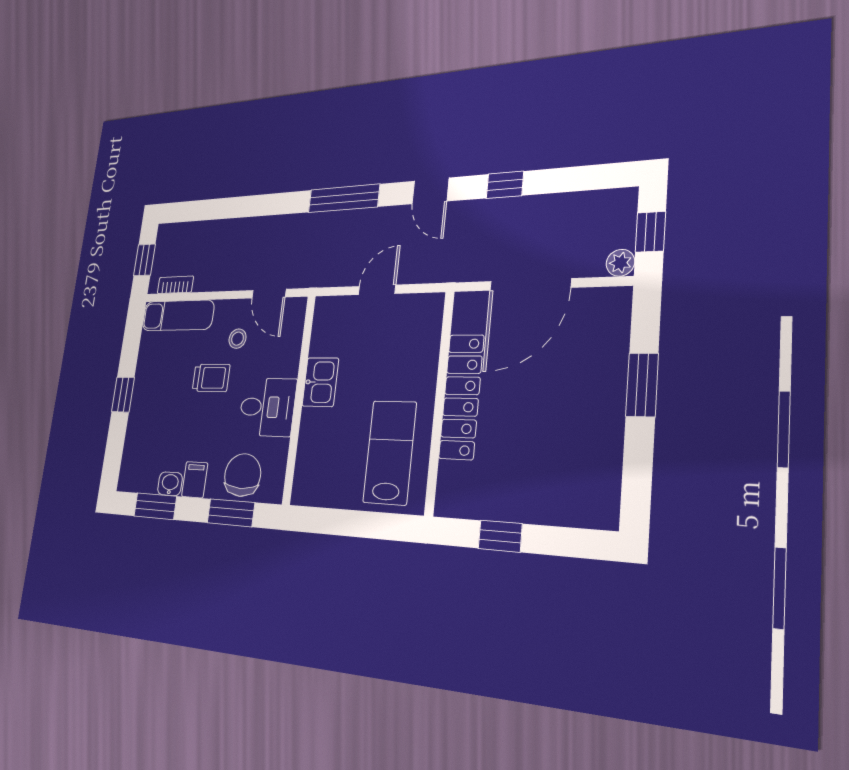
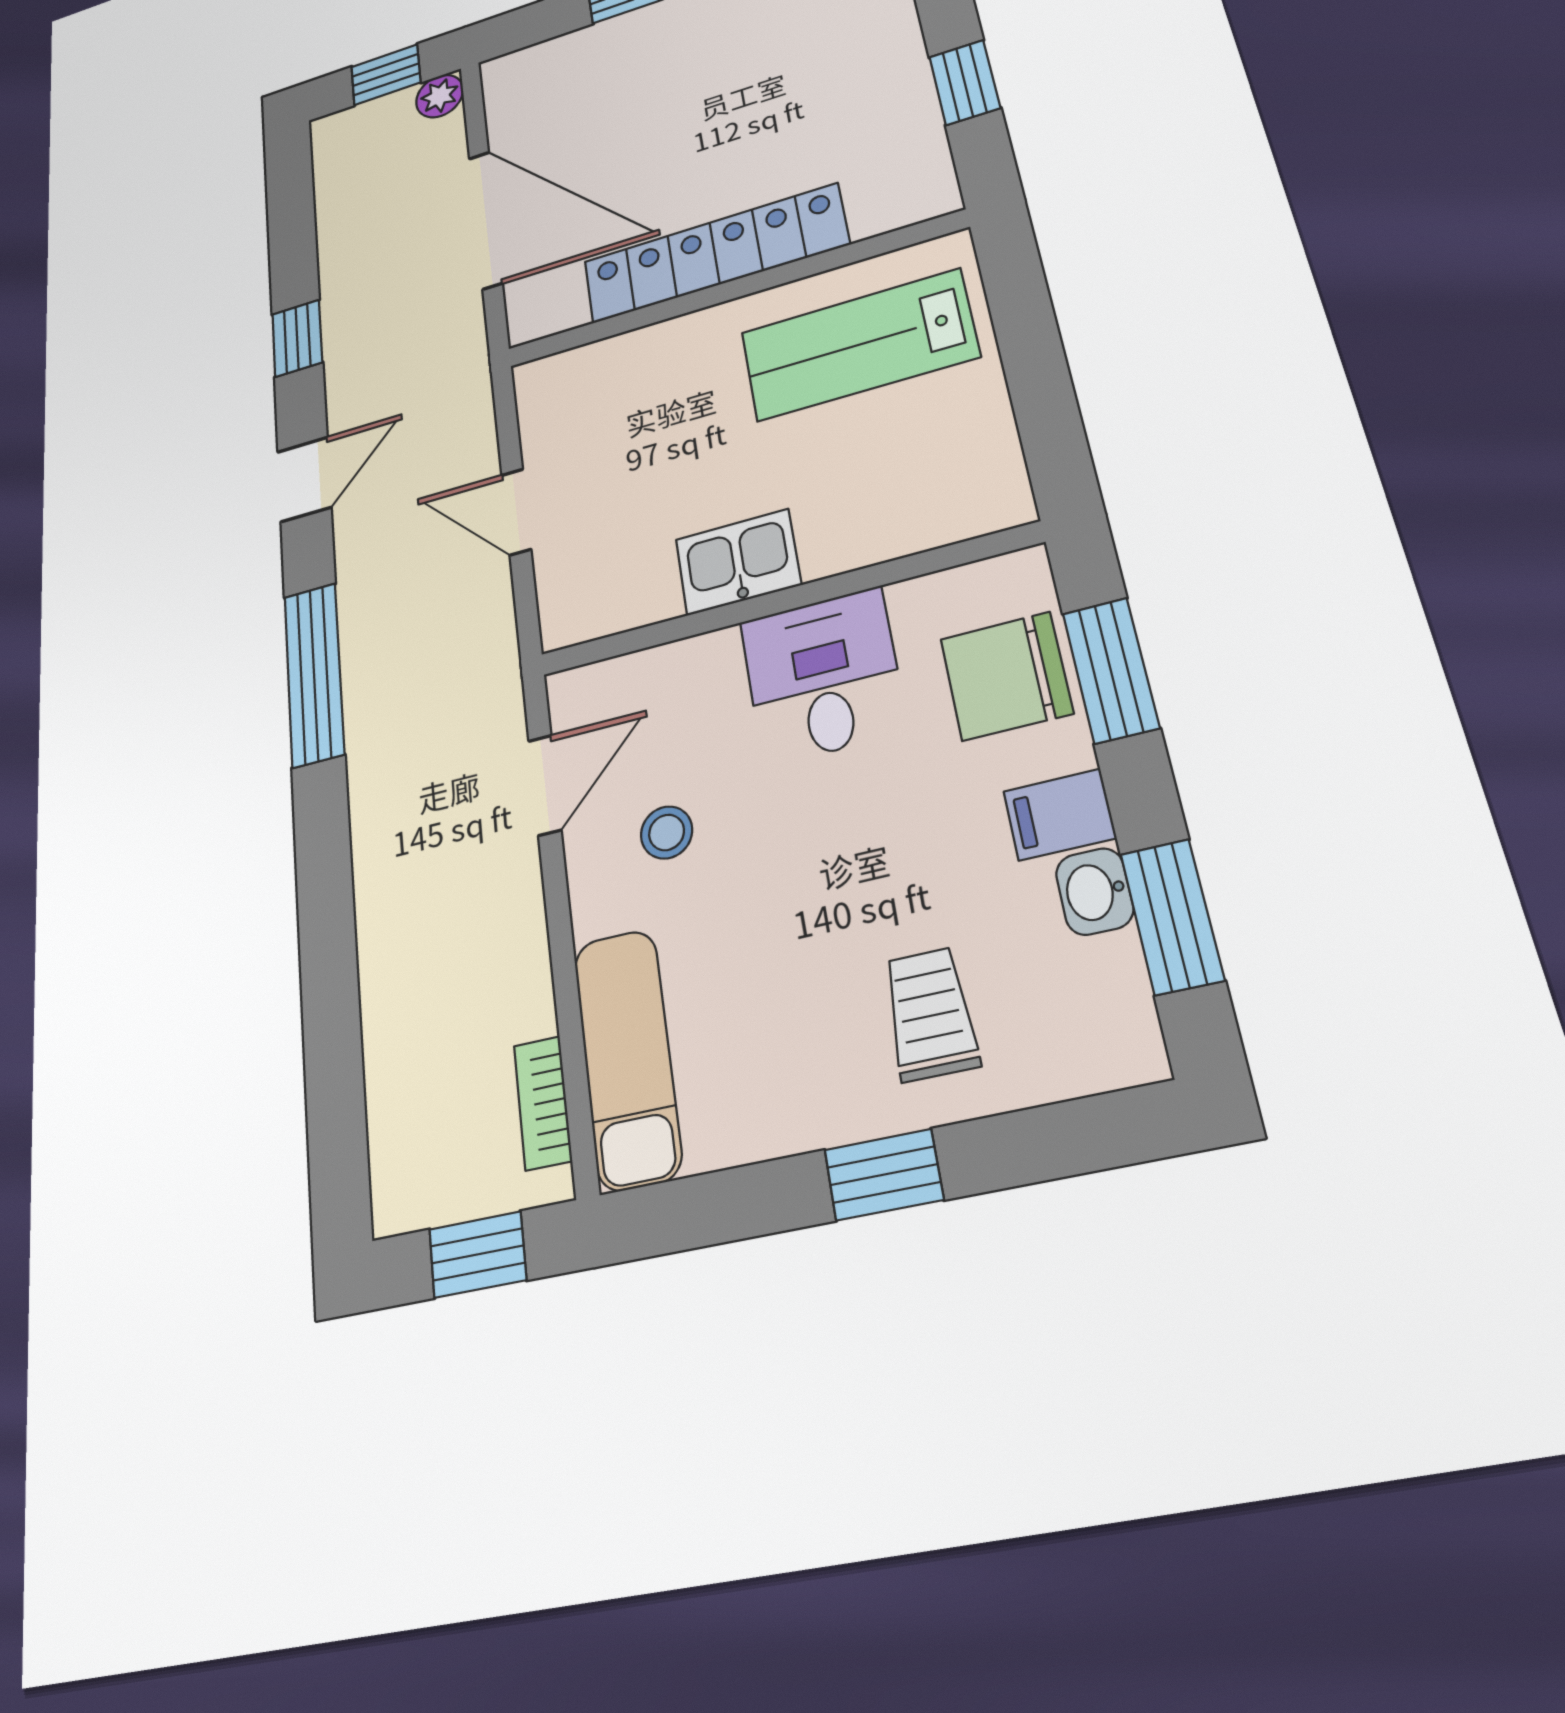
trolley: (211, 378) -> (930, 1014), moved

